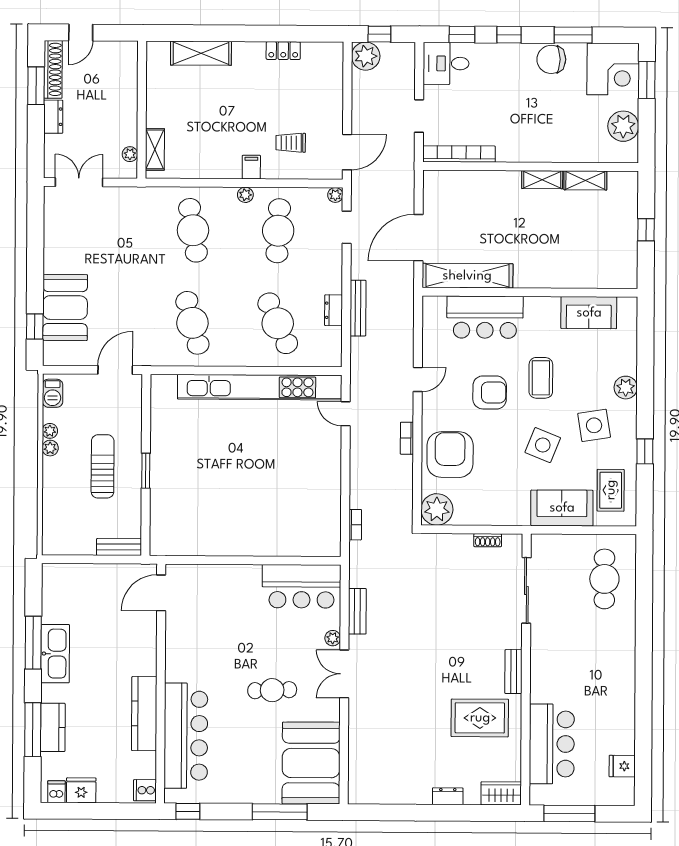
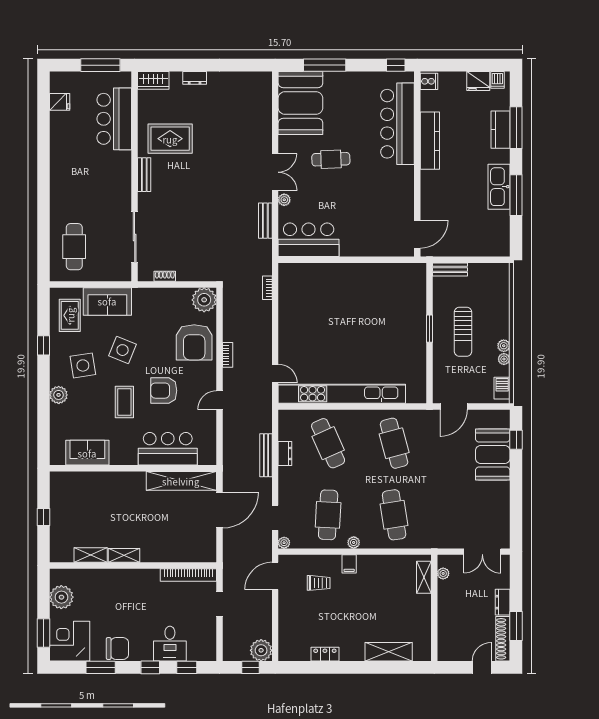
desk: (446, 63) -> (170, 644), moved, turned 90

